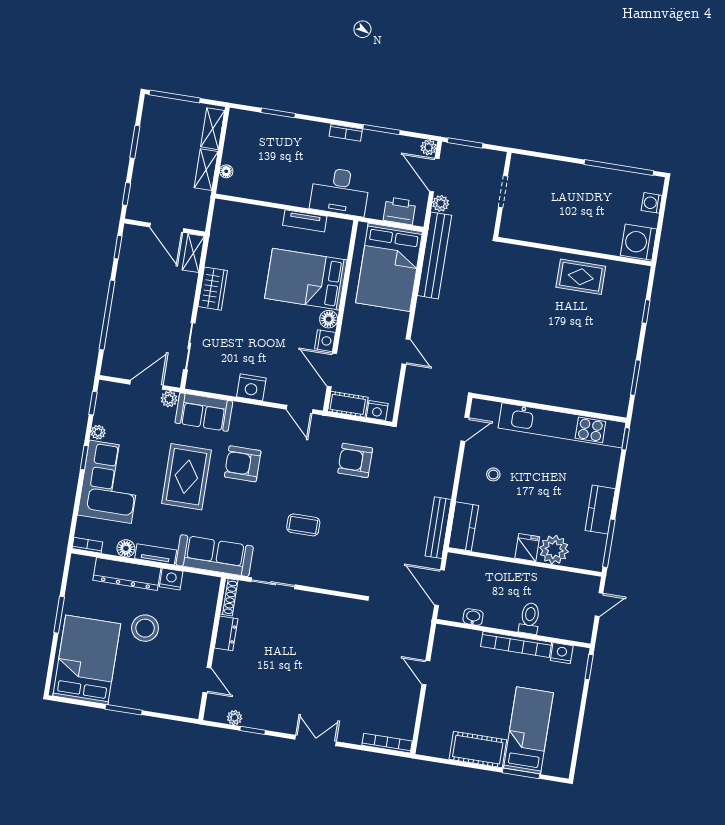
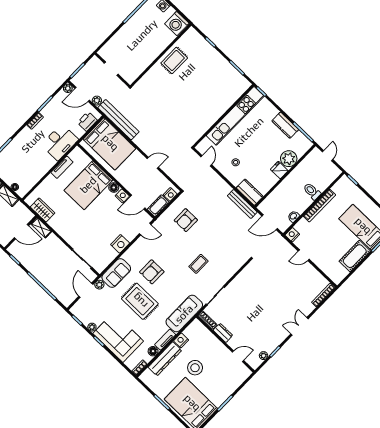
wardrobe: (213, 289) -> (43, 210), moved
nightstand: (562, 653) -> (292, 235), moved

